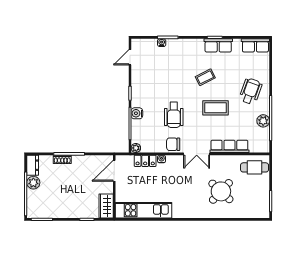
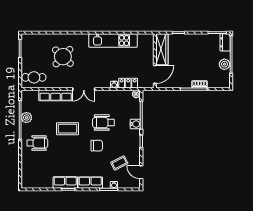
row of seats: (255, 45) -> (90, 183), moved
door: (130, 57) -> (141, 172), swing flipped
coffee table: (205, 77) -> (119, 163), moved
wheelchair: (251, 91) -> (37, 143), turned -110
wheelchair: (174, 115) -> (104, 123), turned -90
chair: (173, 144) -> (97, 146), moved
double door: (197, 154) -> (84, 89), swing flipped
dresser: (33, 165) -> (225, 42), moved
wardrobe: (106, 206) -> (162, 49), width x1.50
kitchen unit: (143, 210) -> (113, 40), moved

